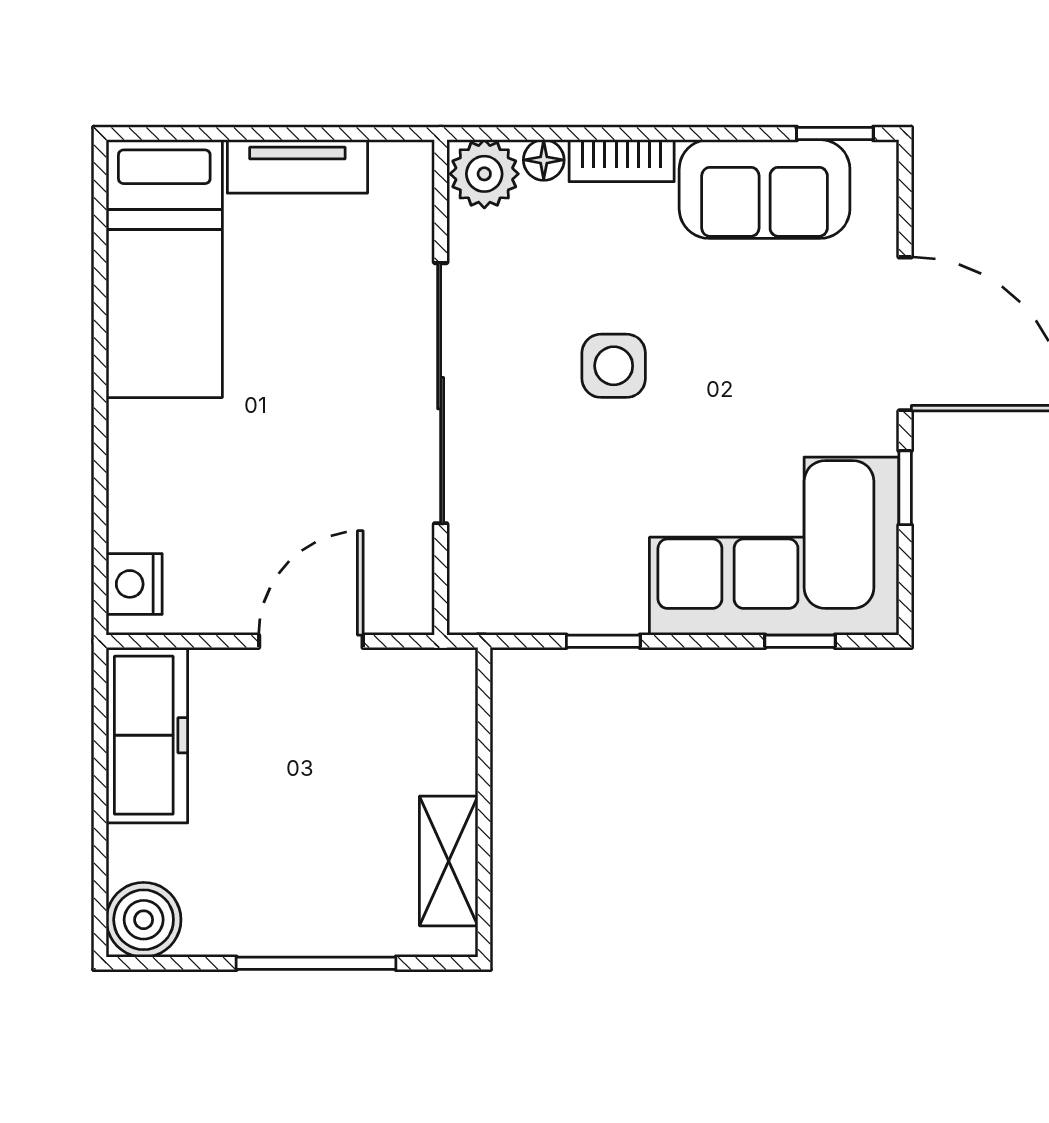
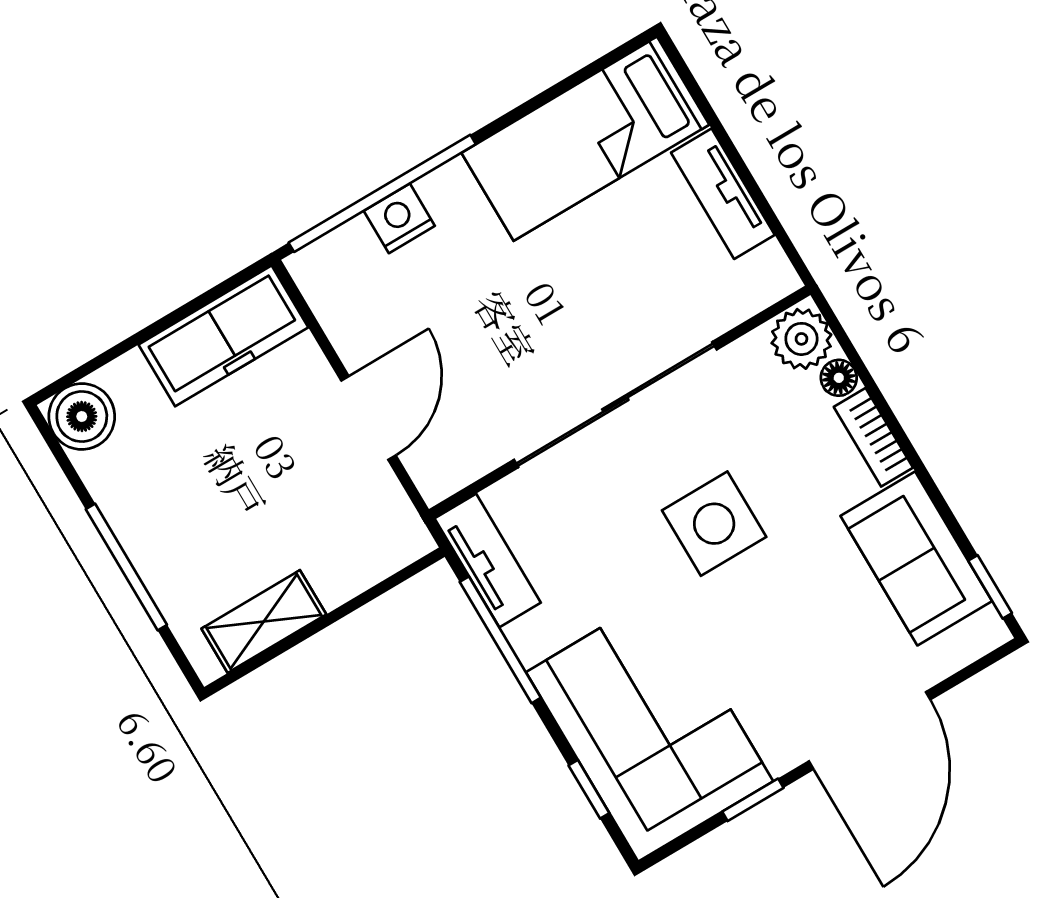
side table: (614, 366) -> (714, 524), width x1.37, depth x1.37
window: (100, 498) -> (382, 193), added
nightstand: (134, 584) -> (399, 218), moved
tv unit: (519, 608) -> (488, 561), added
door: (311, 641) -> (369, 418), hinge flipped
window: (603, 641) -> (500, 640), width x2.17

